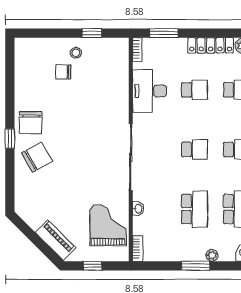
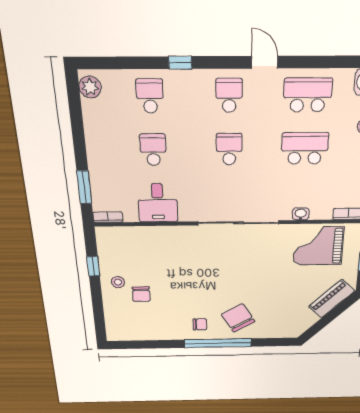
locker: (211, 45) -> (94, 130), removed
desk: (150, 91) -> (158, 203), width x0.73
chair: (31, 123) -> (200, 324), width x0.54, depth x0.54
window: (10, 139) -> (218, 343), width x3.17

